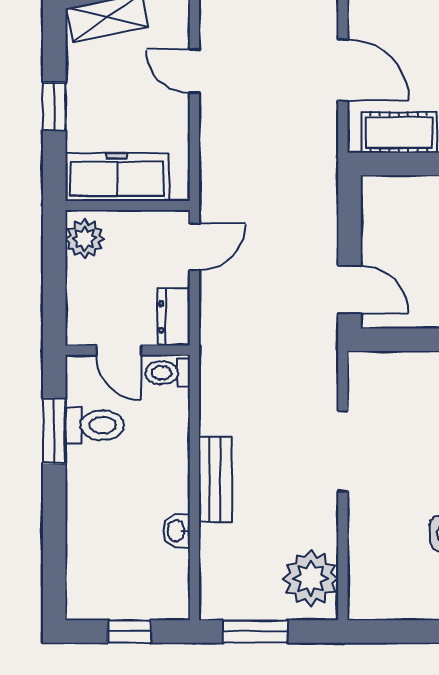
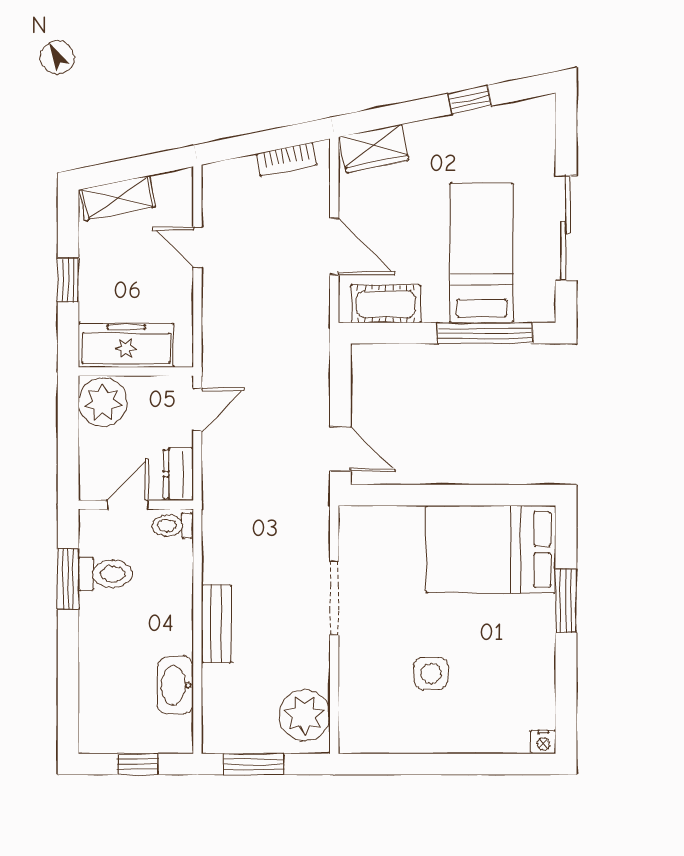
plant: (85, 239) -> (103, 402), width x1.36, depth x1.36
door: (119, 350) -> (128, 505), swing flipped
washbasin: (177, 531) -> (175, 685), width x1.91, depth x1.45

